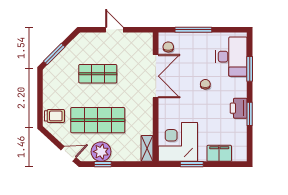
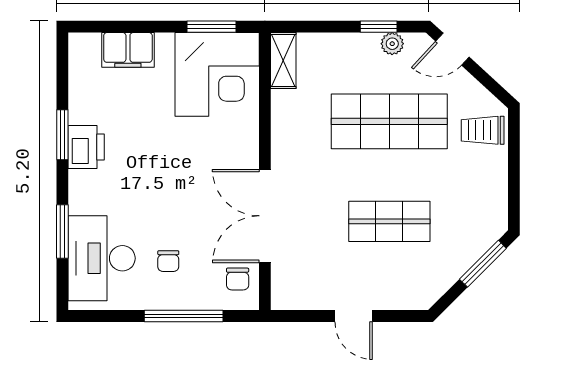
chair: (205, 84) -> (168, 261), moved
plant: (101, 152) -> (392, 44), width x0.53, depth x0.53
window: (192, 164) -> (212, 27), moved

